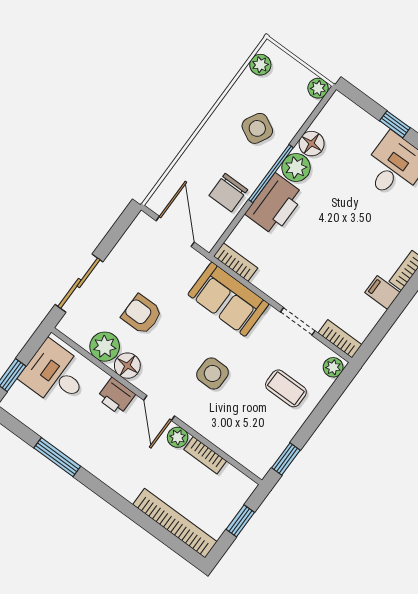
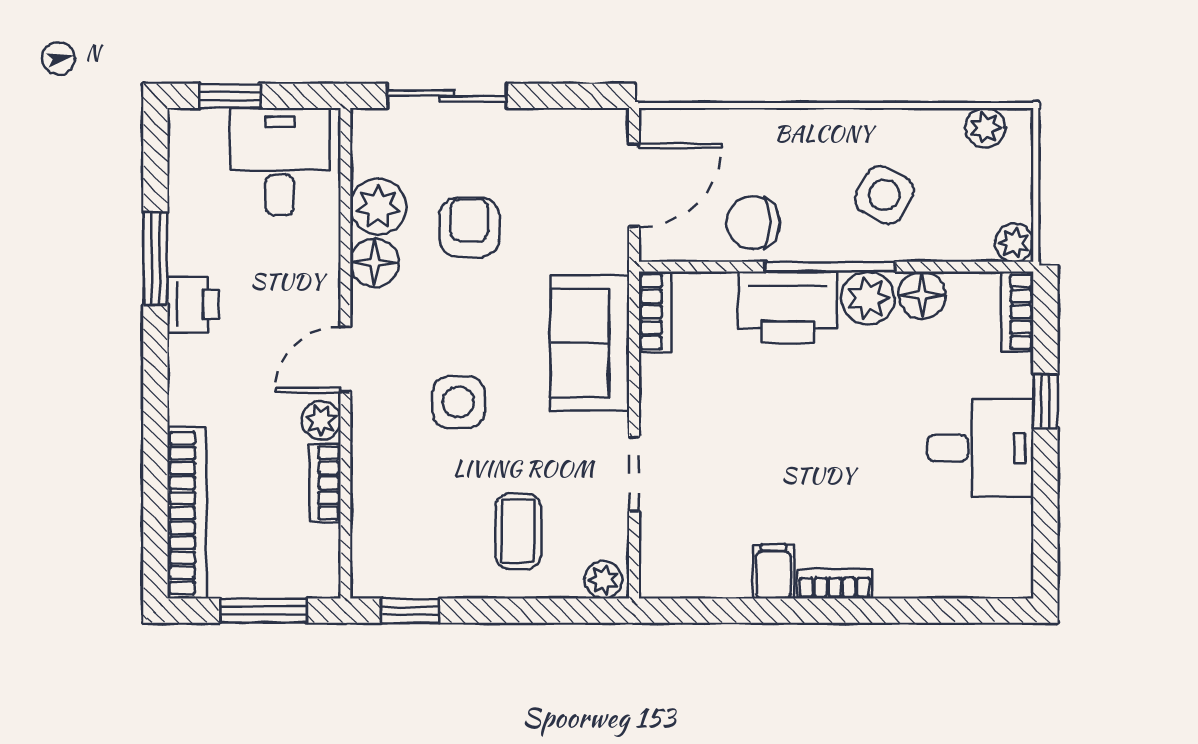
bookcase: (340, 339) -> (1017, 312), moved, turned 180
printer: (116, 396) -> (193, 304), moved, turned 180
window: (240, 521) -> (264, 611), width x1.50

